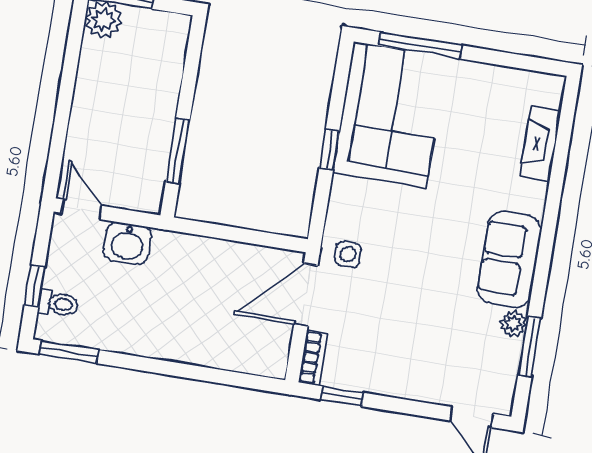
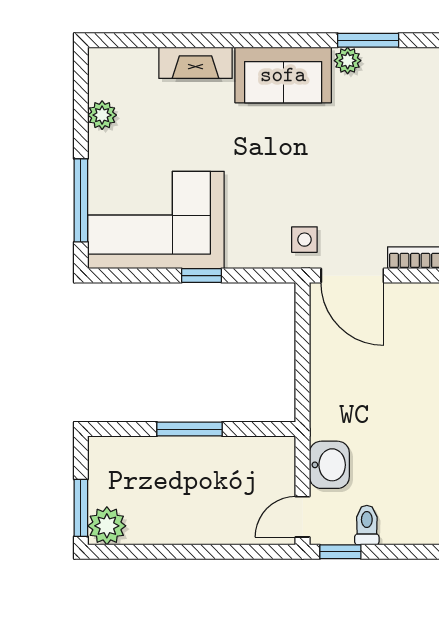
plant: (499, 79) -> (102, 115), added
fireplace: (540, 144) -> (196, 63), moved
window: (178, 151) -> (189, 429), moved
window: (35, 286) -> (340, 552), moved
toilet: (58, 304) -> (367, 525), moved

